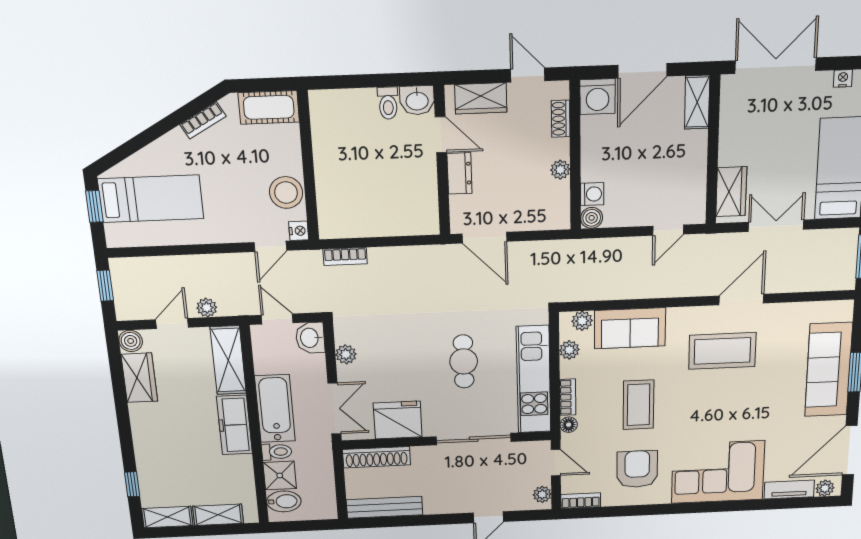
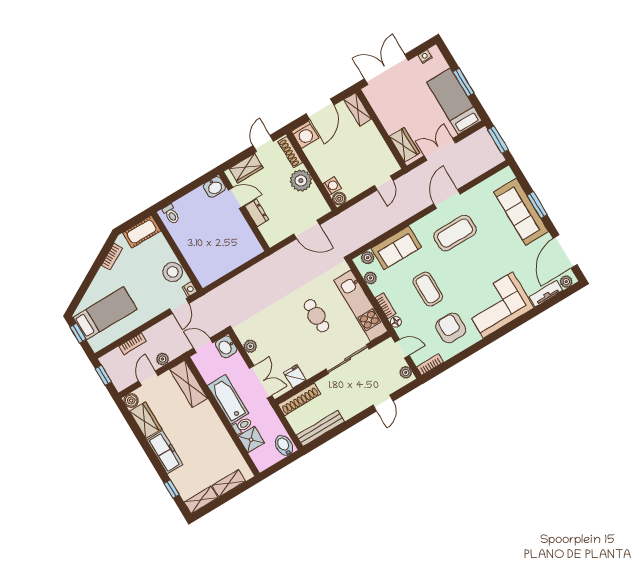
door: (528, 75) -> (263, 143), hinge flipped
toilet: (388, 103) -> (171, 214), moved
shoe rack: (561, 119) -> (290, 152), width x1.43
plant: (560, 170) -> (301, 181), width x1.88, depth x1.88
door: (485, 238) -> (307, 229), moved
bookcase: (345, 257) -> (133, 344), moved
fridge: (398, 420) -> (295, 376), width x0.53, depth x0.75
freezer: (234, 425) -> (165, 452), moved, turned 180
bidet: (284, 501) -> (284, 445), moved, turned -90

